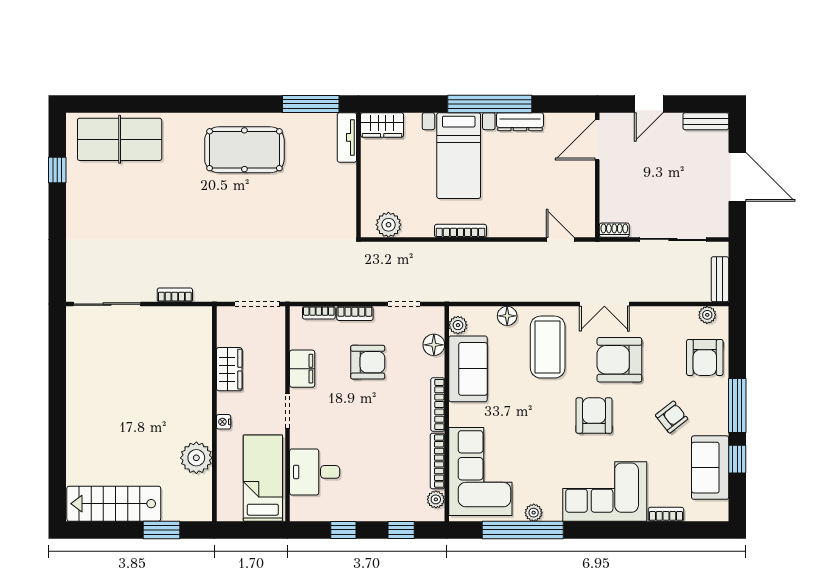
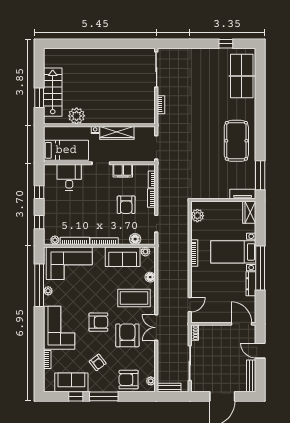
bench: (706, 121) -> (251, 376), width x1.36
wardrobe: (229, 369) -> (117, 133), width x1.50
stairs: (114, 504) -> (53, 92), moved

